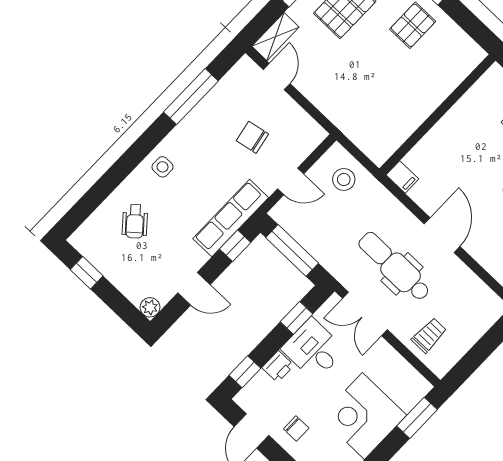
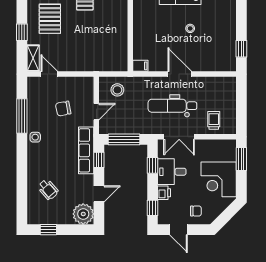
side table: (162, 167) -> (35, 137), moved
plant: (150, 307) -> (83, 214), width x1.88, depth x1.88

